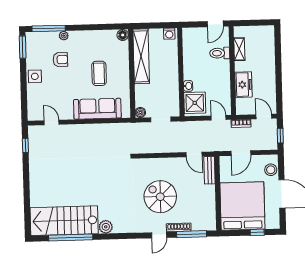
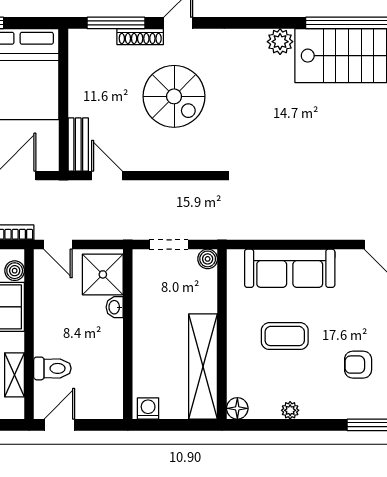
plant: (64, 36) -> (290, 410), moved
coffee table: (99, 73) -> (285, 336), turned 90
boiler: (241, 104) -> (15, 271), added

